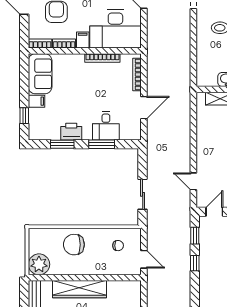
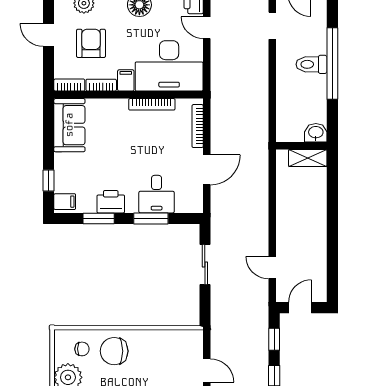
filing cabinet: (37, 101) -> (65, 202), moved
sliding door: (143, 194) -> (205, 265), moved
chair: (118, 246) -> (82, 349), moved

